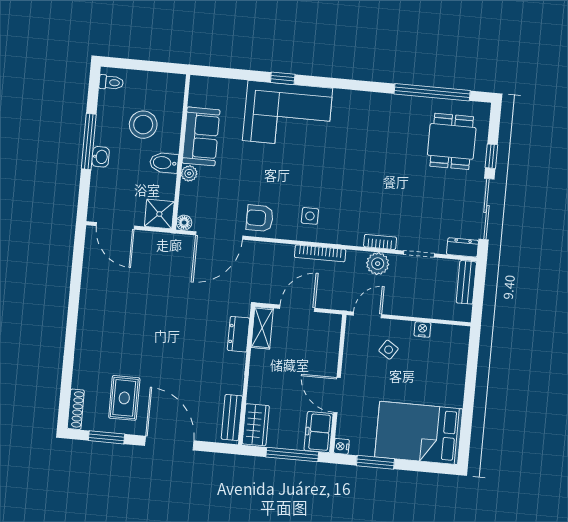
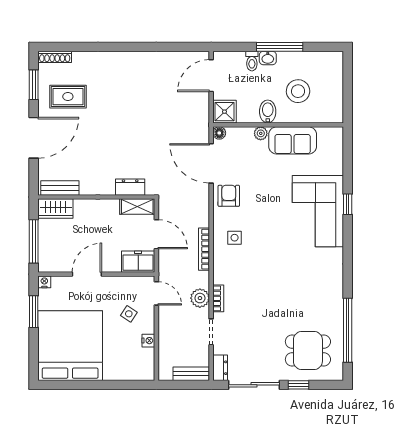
toilet: (111, 82) -> (252, 61), moved
freezer: (319, 432) -> (138, 262), moved
bed: (419, 433) -> (70, 346), width x1.36

